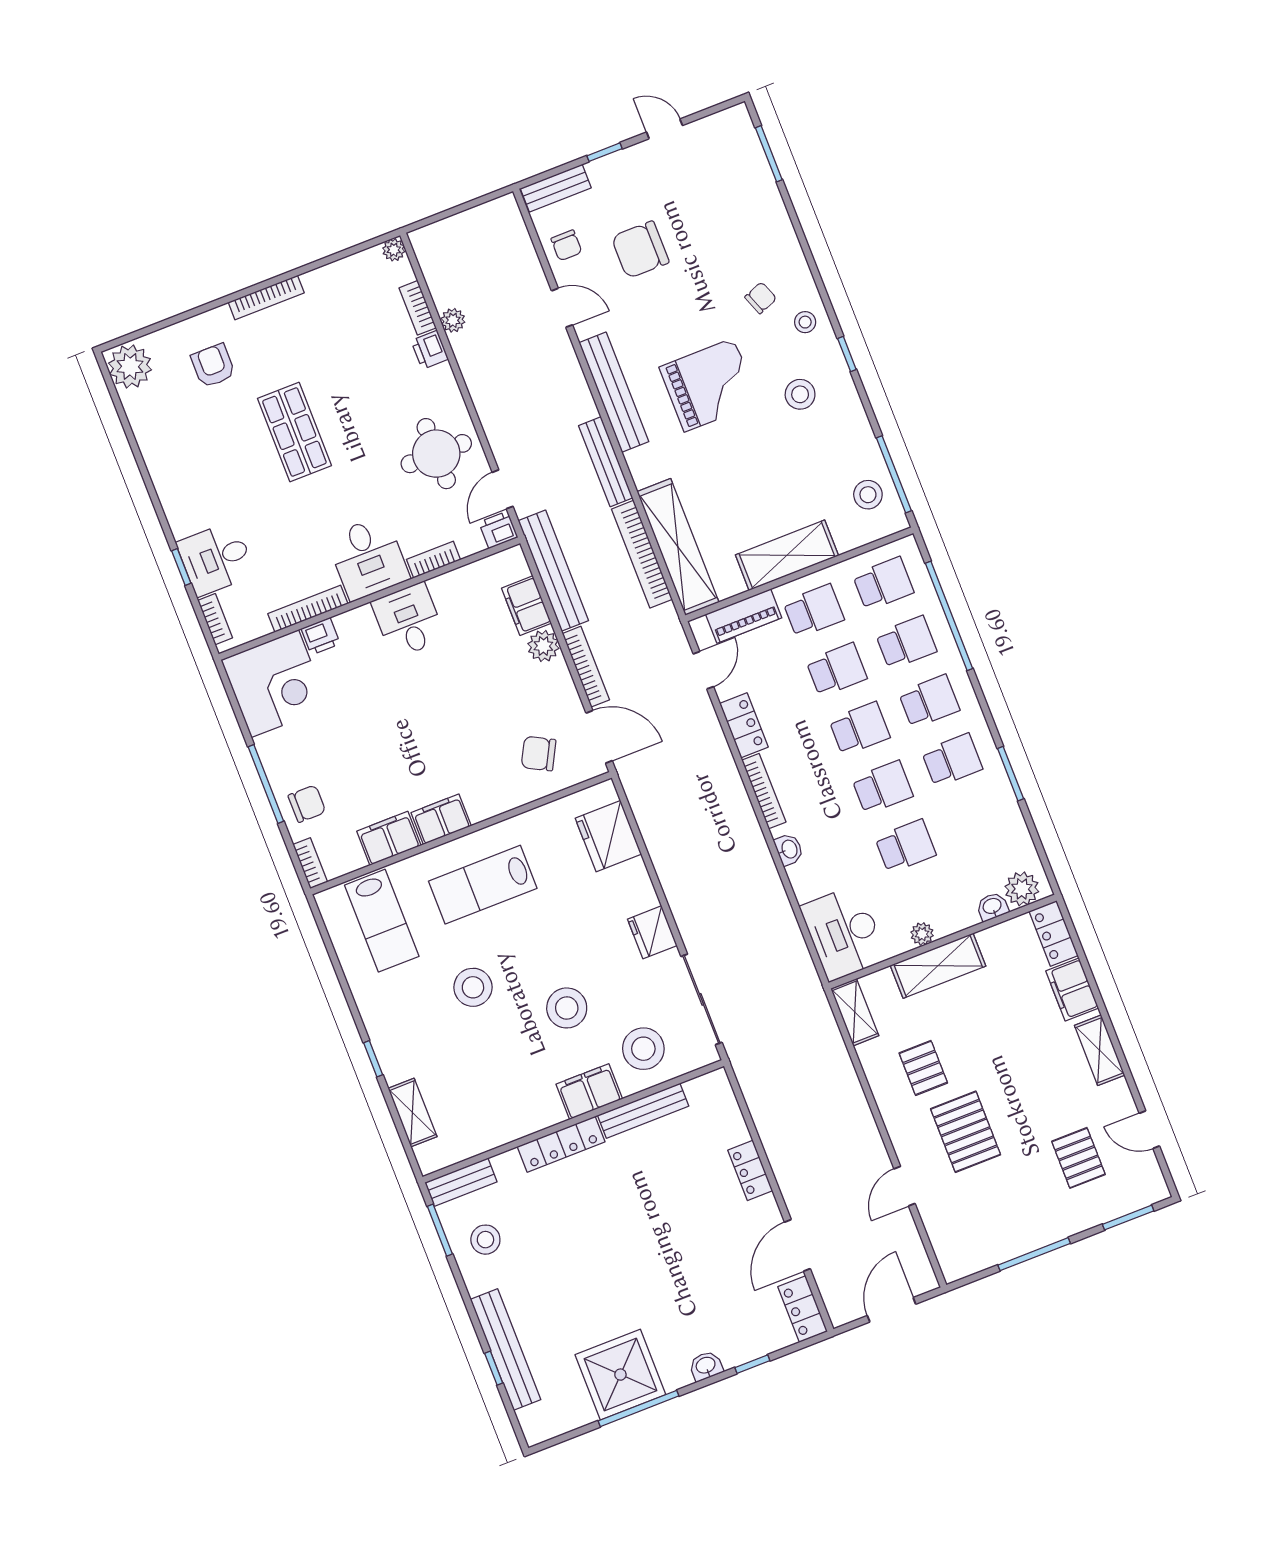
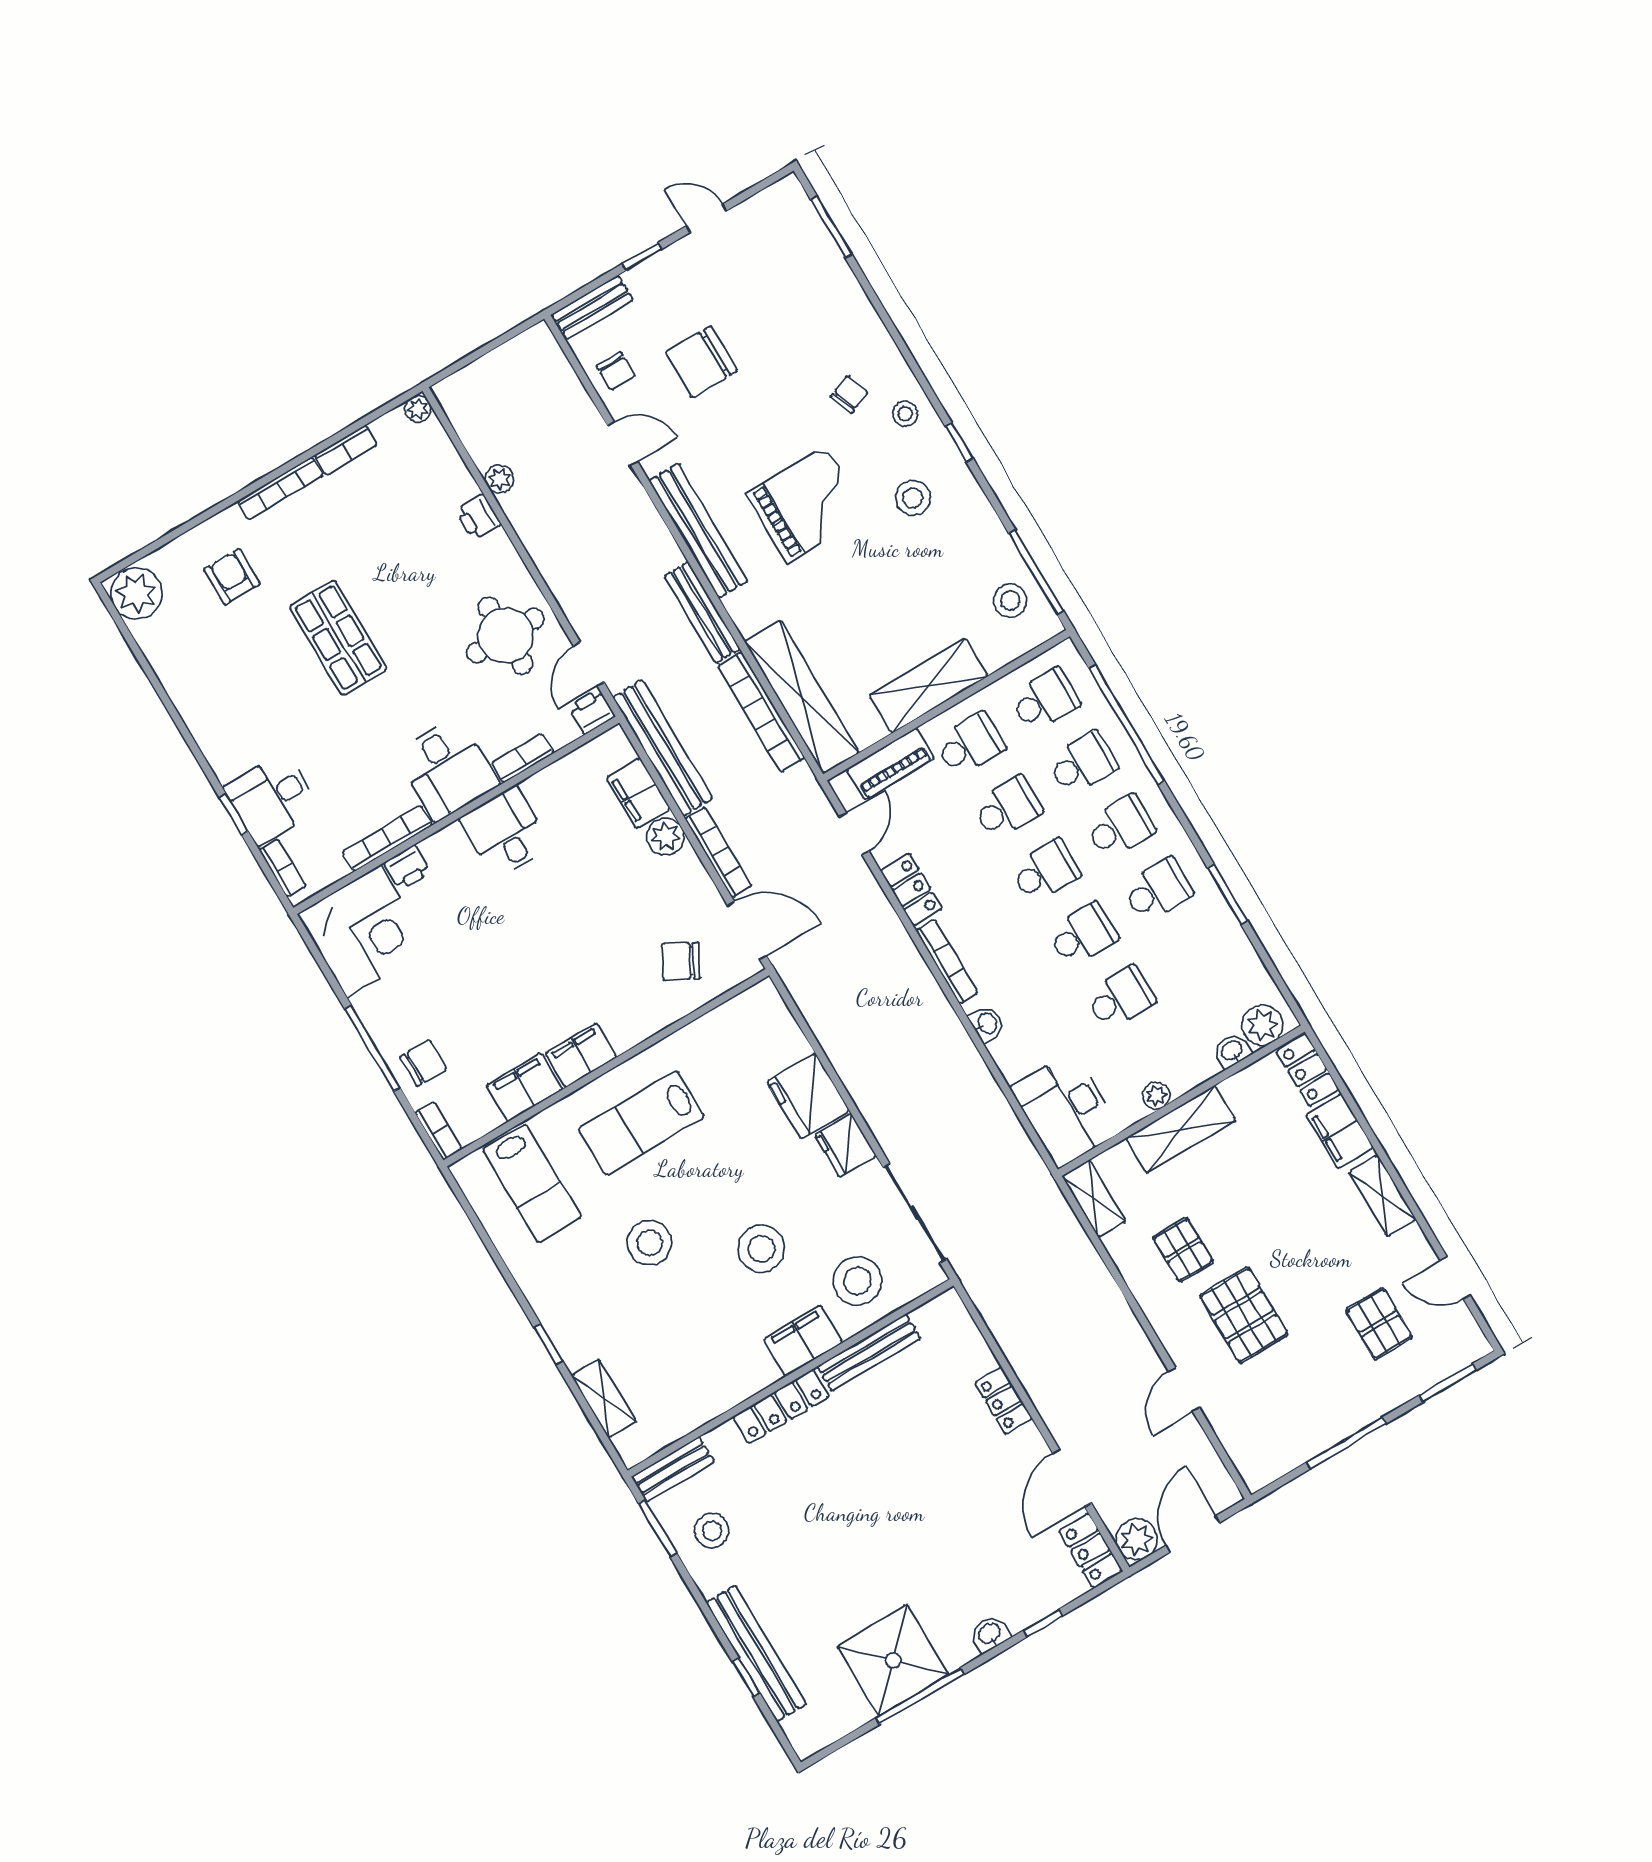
bookcase: (418, 308) -> (346, 450), moved, turned -90
fridge: (608, 836) -> (808, 1096), moved
plant: (843, 1306) -> (1137, 1539), added

